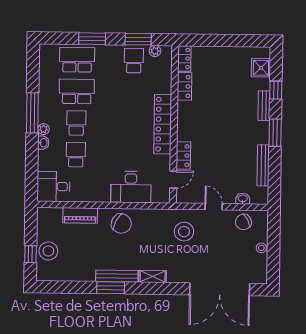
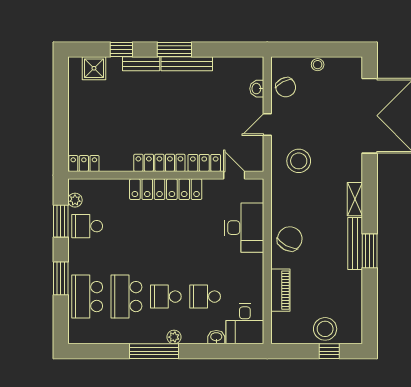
locker: (184, 86) -> (159, 163), moved, width x1.53
washbasin: (43, 143) -> (216, 337), moved
bench: (263, 165) -> (187, 64), moved

